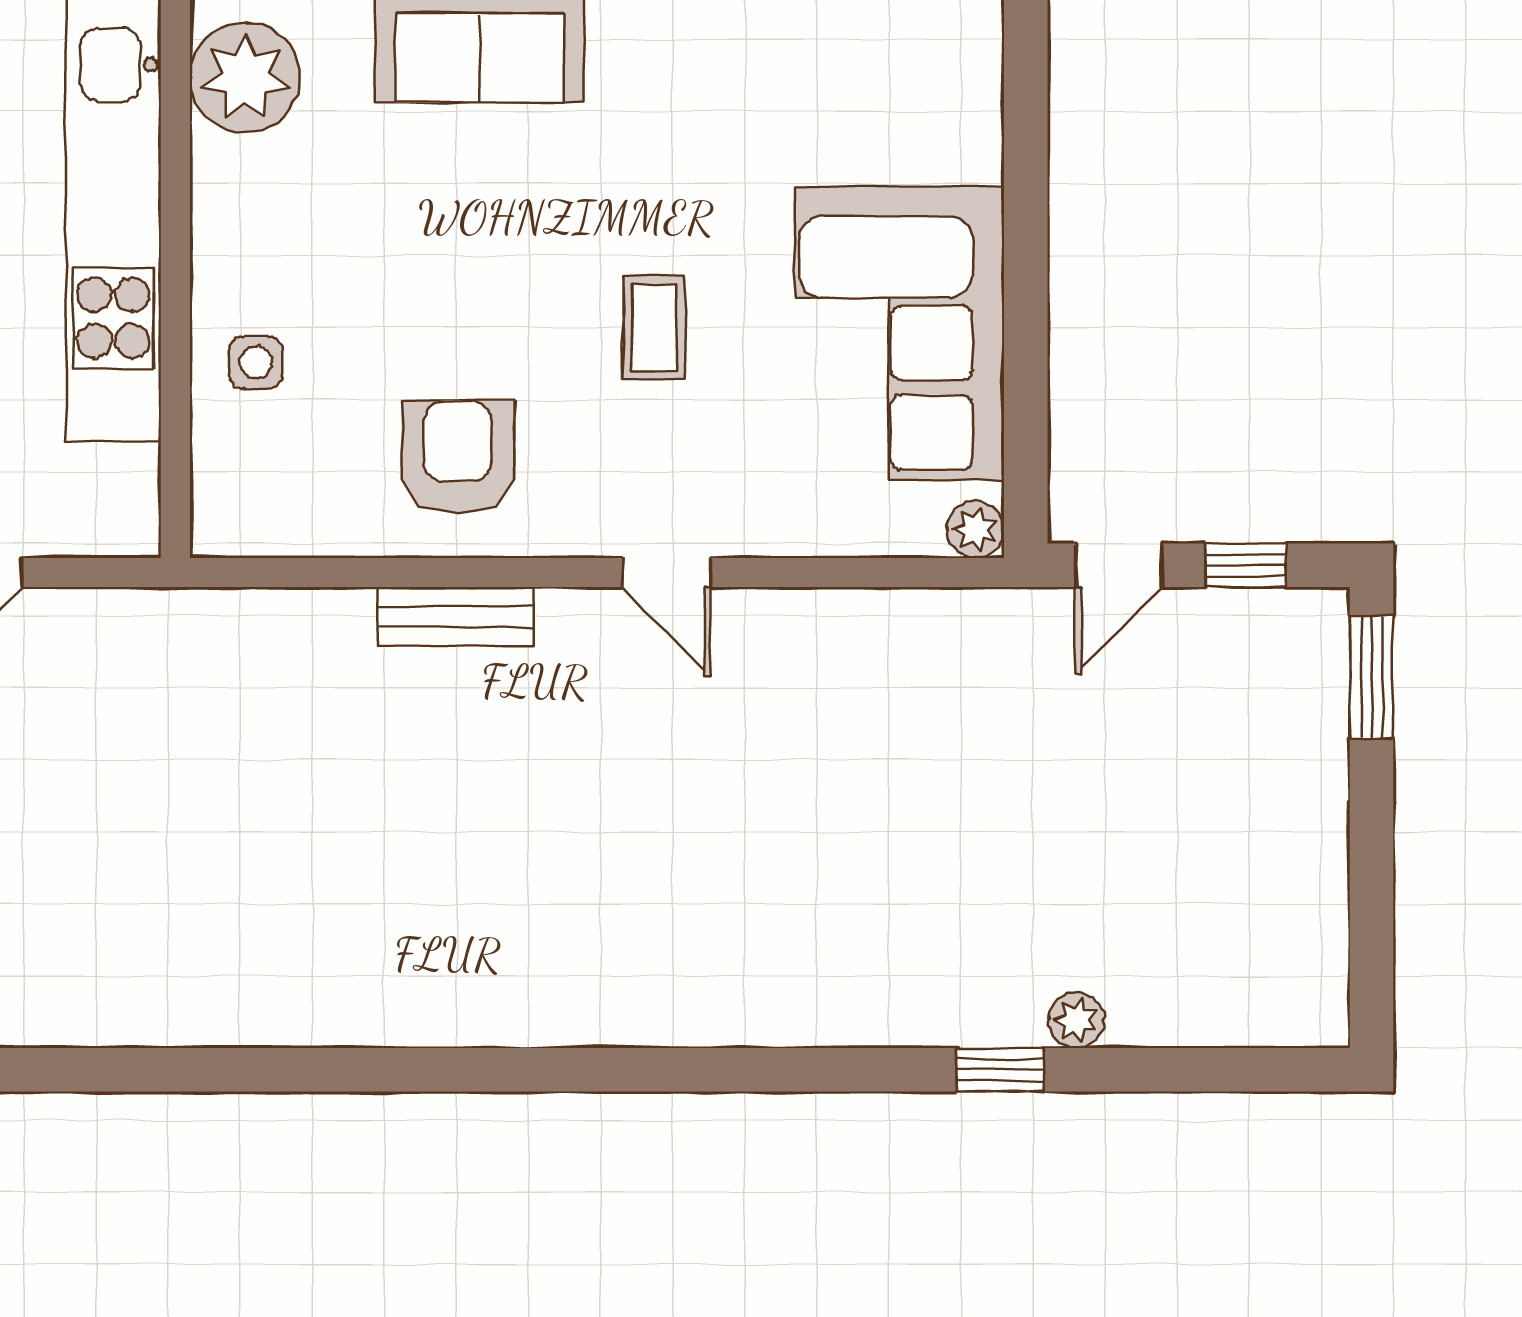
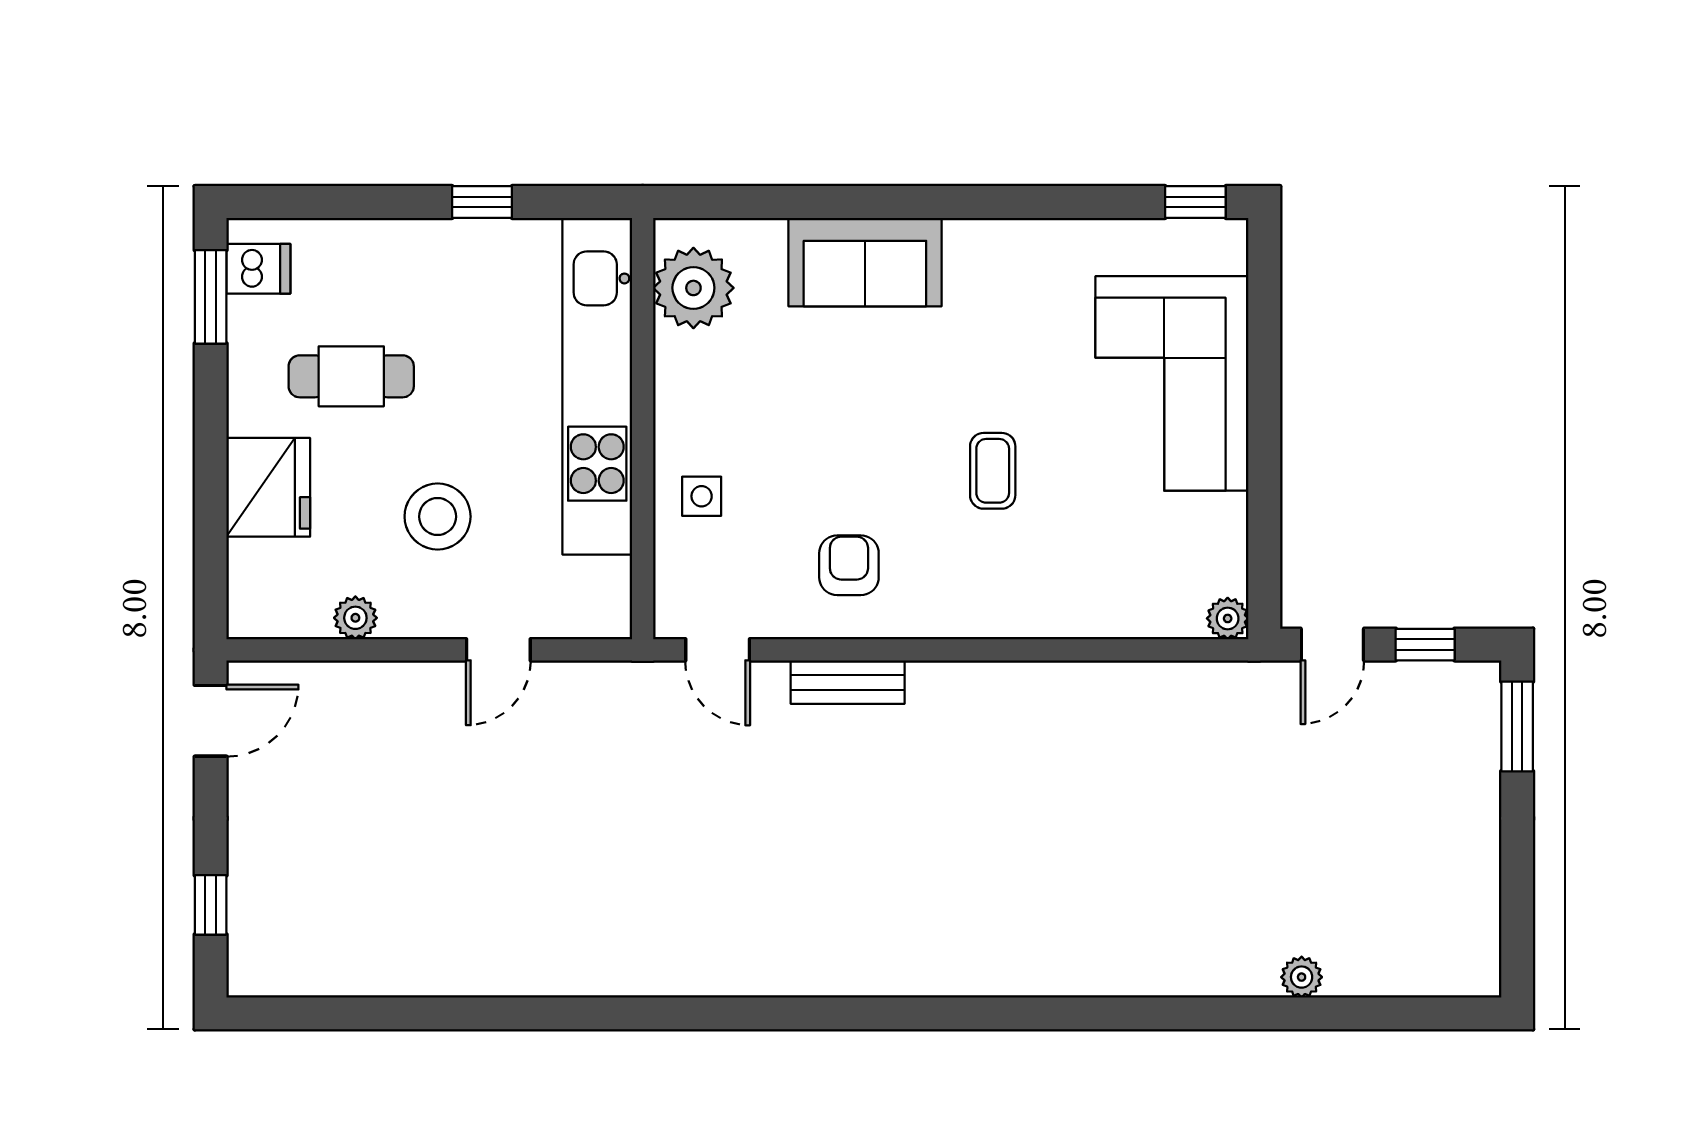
corner sofa: (899, 333) -> (1172, 383), moved
armchair: (458, 457) -> (849, 565), width x0.72, depth x0.72
door: (666, 572) -> (718, 650), moved
window: (1000, 1070) -> (1246, 1013), removed

